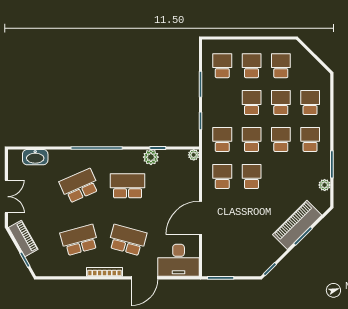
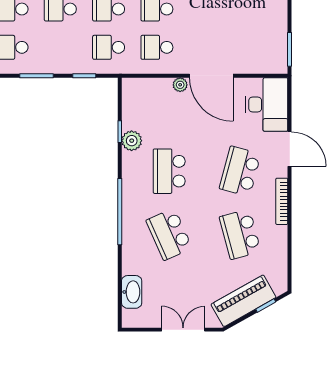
plant: (194, 155) -> (180, 85), moved
piano: (23, 238) -> (243, 301), width x1.37, depth x1.33

